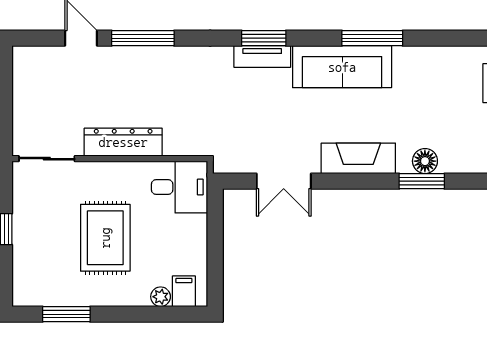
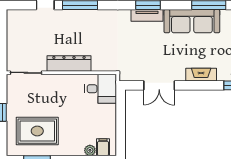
fireplace: (358, 158) -> (201, 75), width x0.73, depth x0.76
rug: (105, 238) -> (37, 131), moved, turned 90

